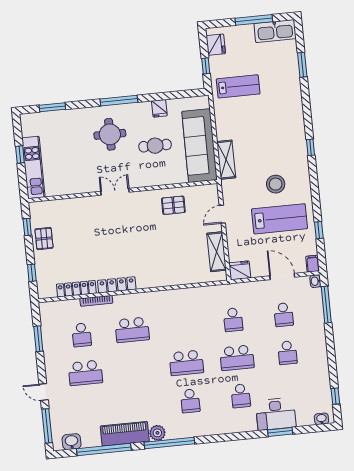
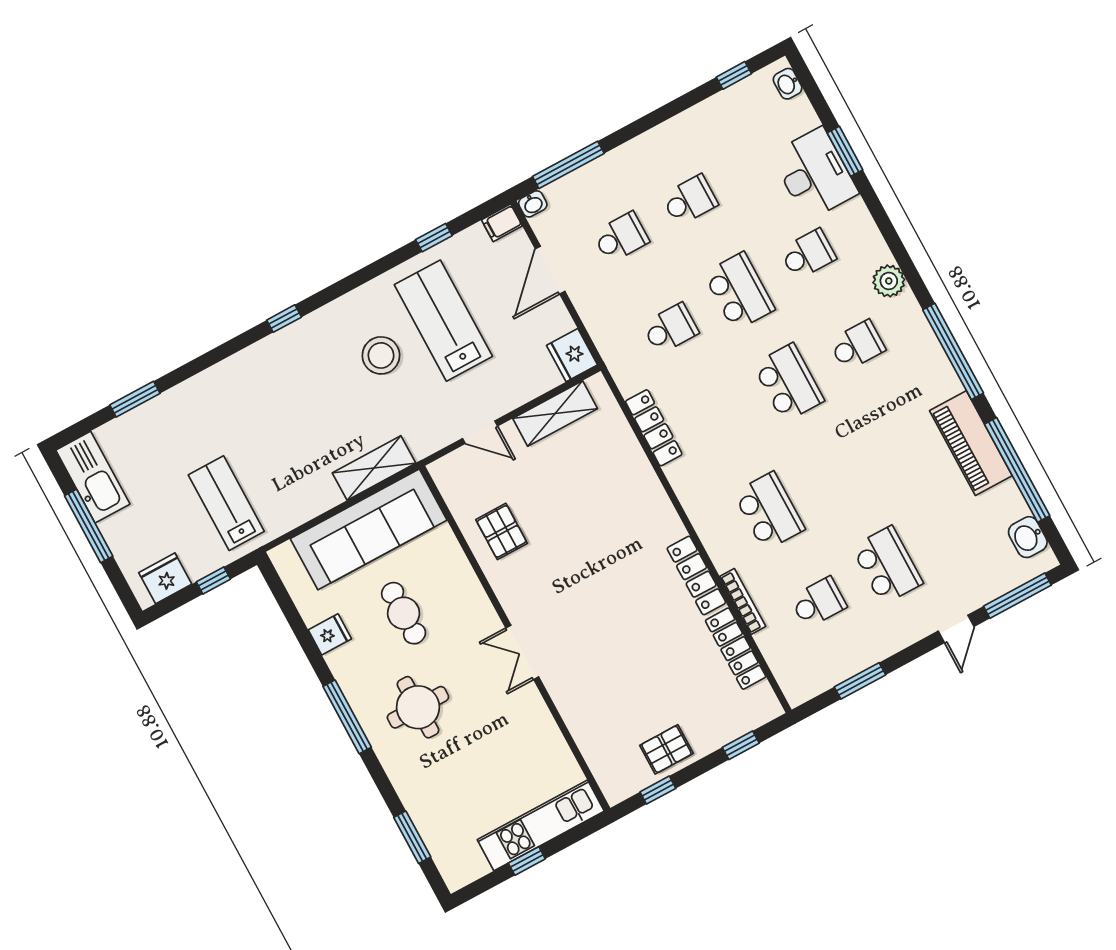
locker: (191, 293) -> (654, 428), added
plant: (157, 433) -> (889, 281), moved

